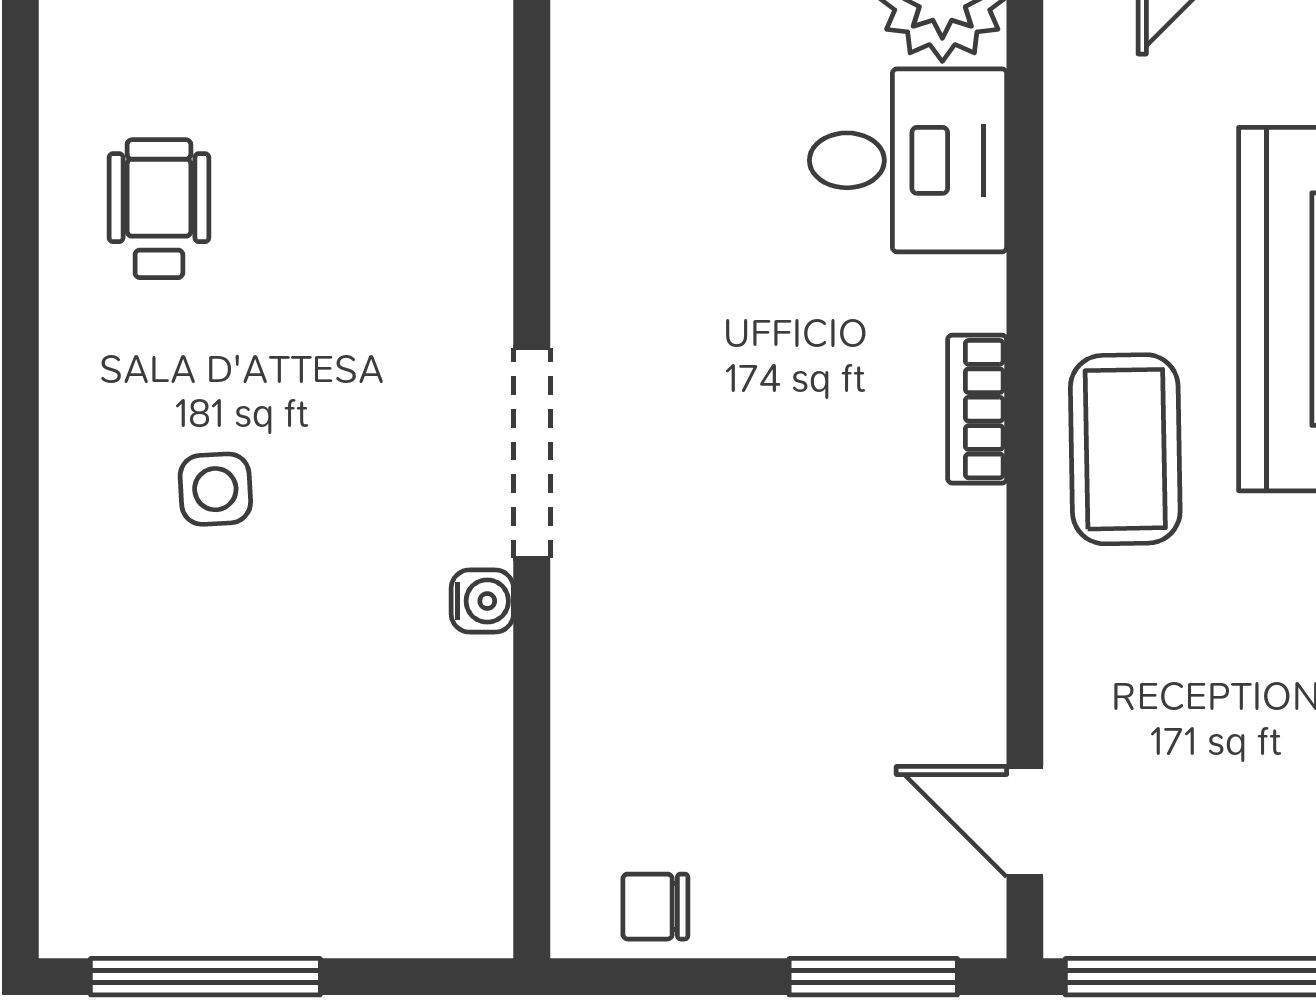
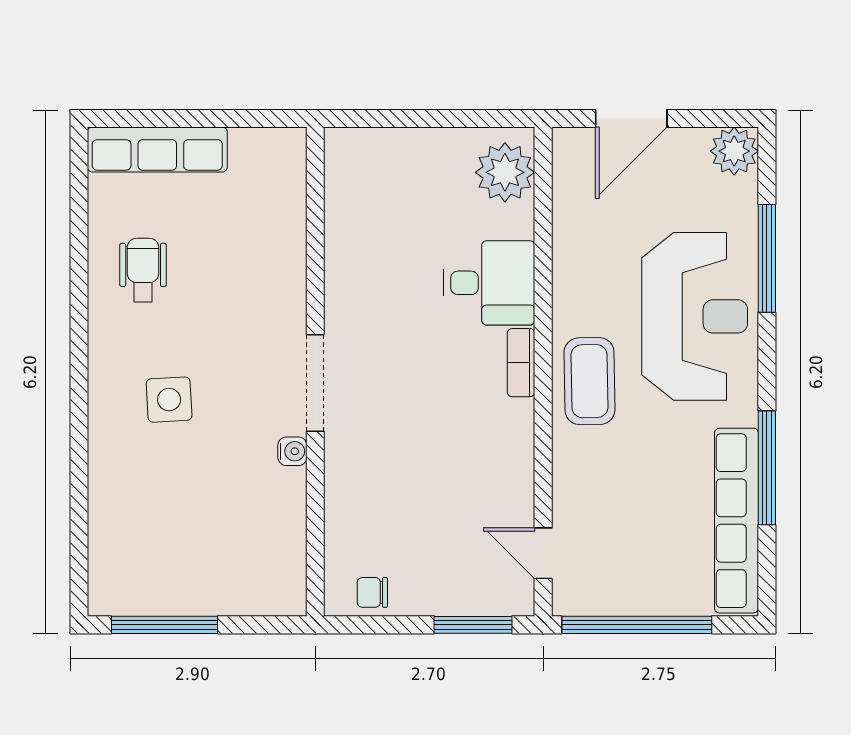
desk: (908, 160) -> (489, 283), moved
side table: (215, 489) -> (169, 400), width x1.37, depth x1.37

